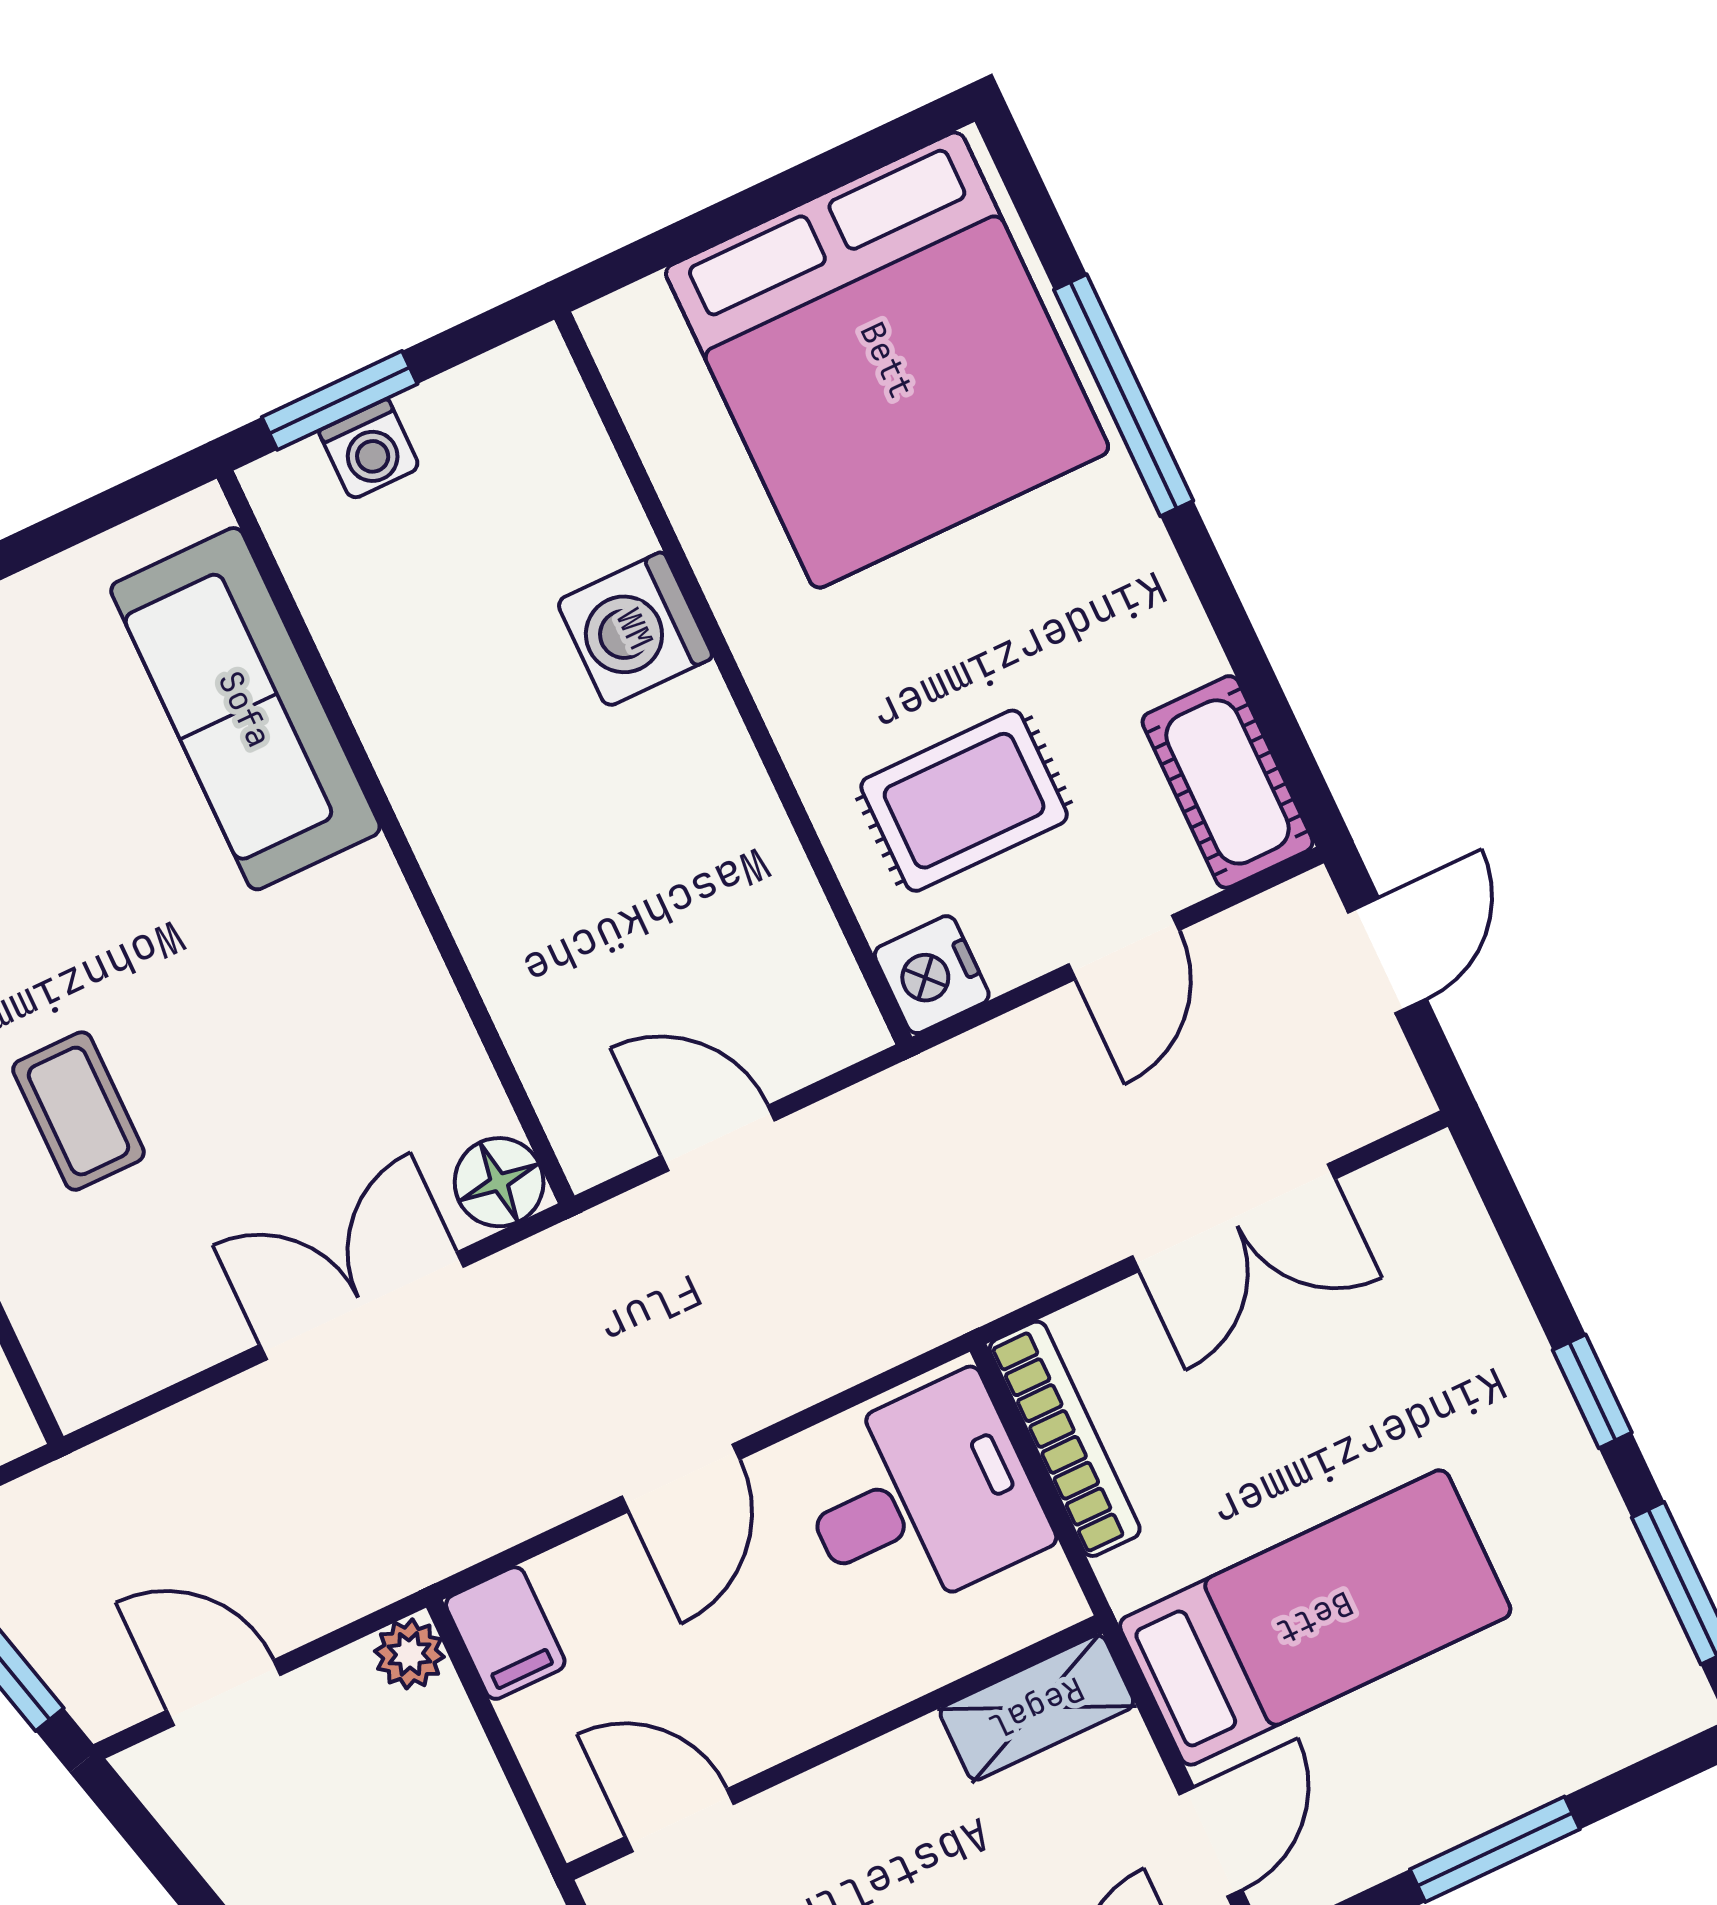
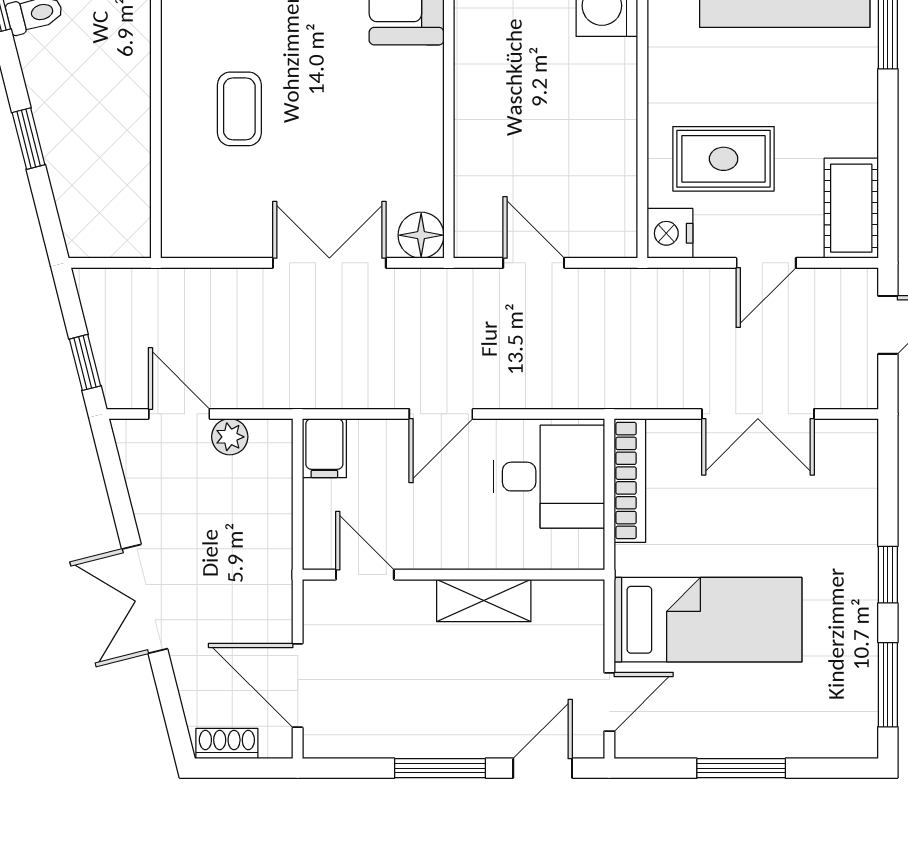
plant: (409, 1654) -> (230, 437), moved
shelving: (1037, 1708) -> (484, 600), moved

